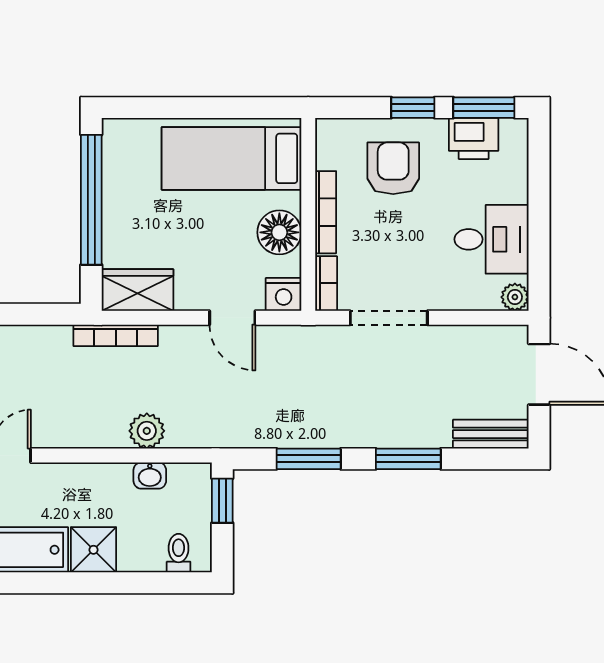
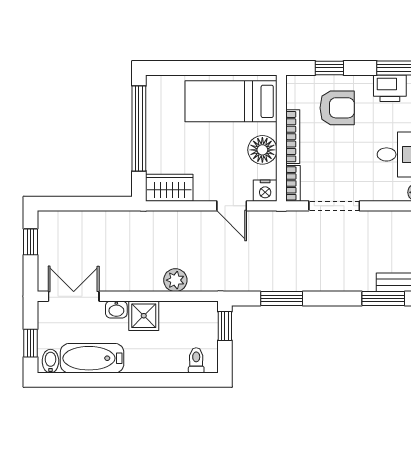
window: (413, 108) -> (329, 68), moved
armchair: (393, 168) -> (337, 108), turned 90
bookcase: (116, 335) -> (155, 217), removed
window: (408, 459) -> (383, 299), moved
washbasin: (150, 475) -> (116, 309), moved
shower: (93, 550) -> (144, 316), moved

